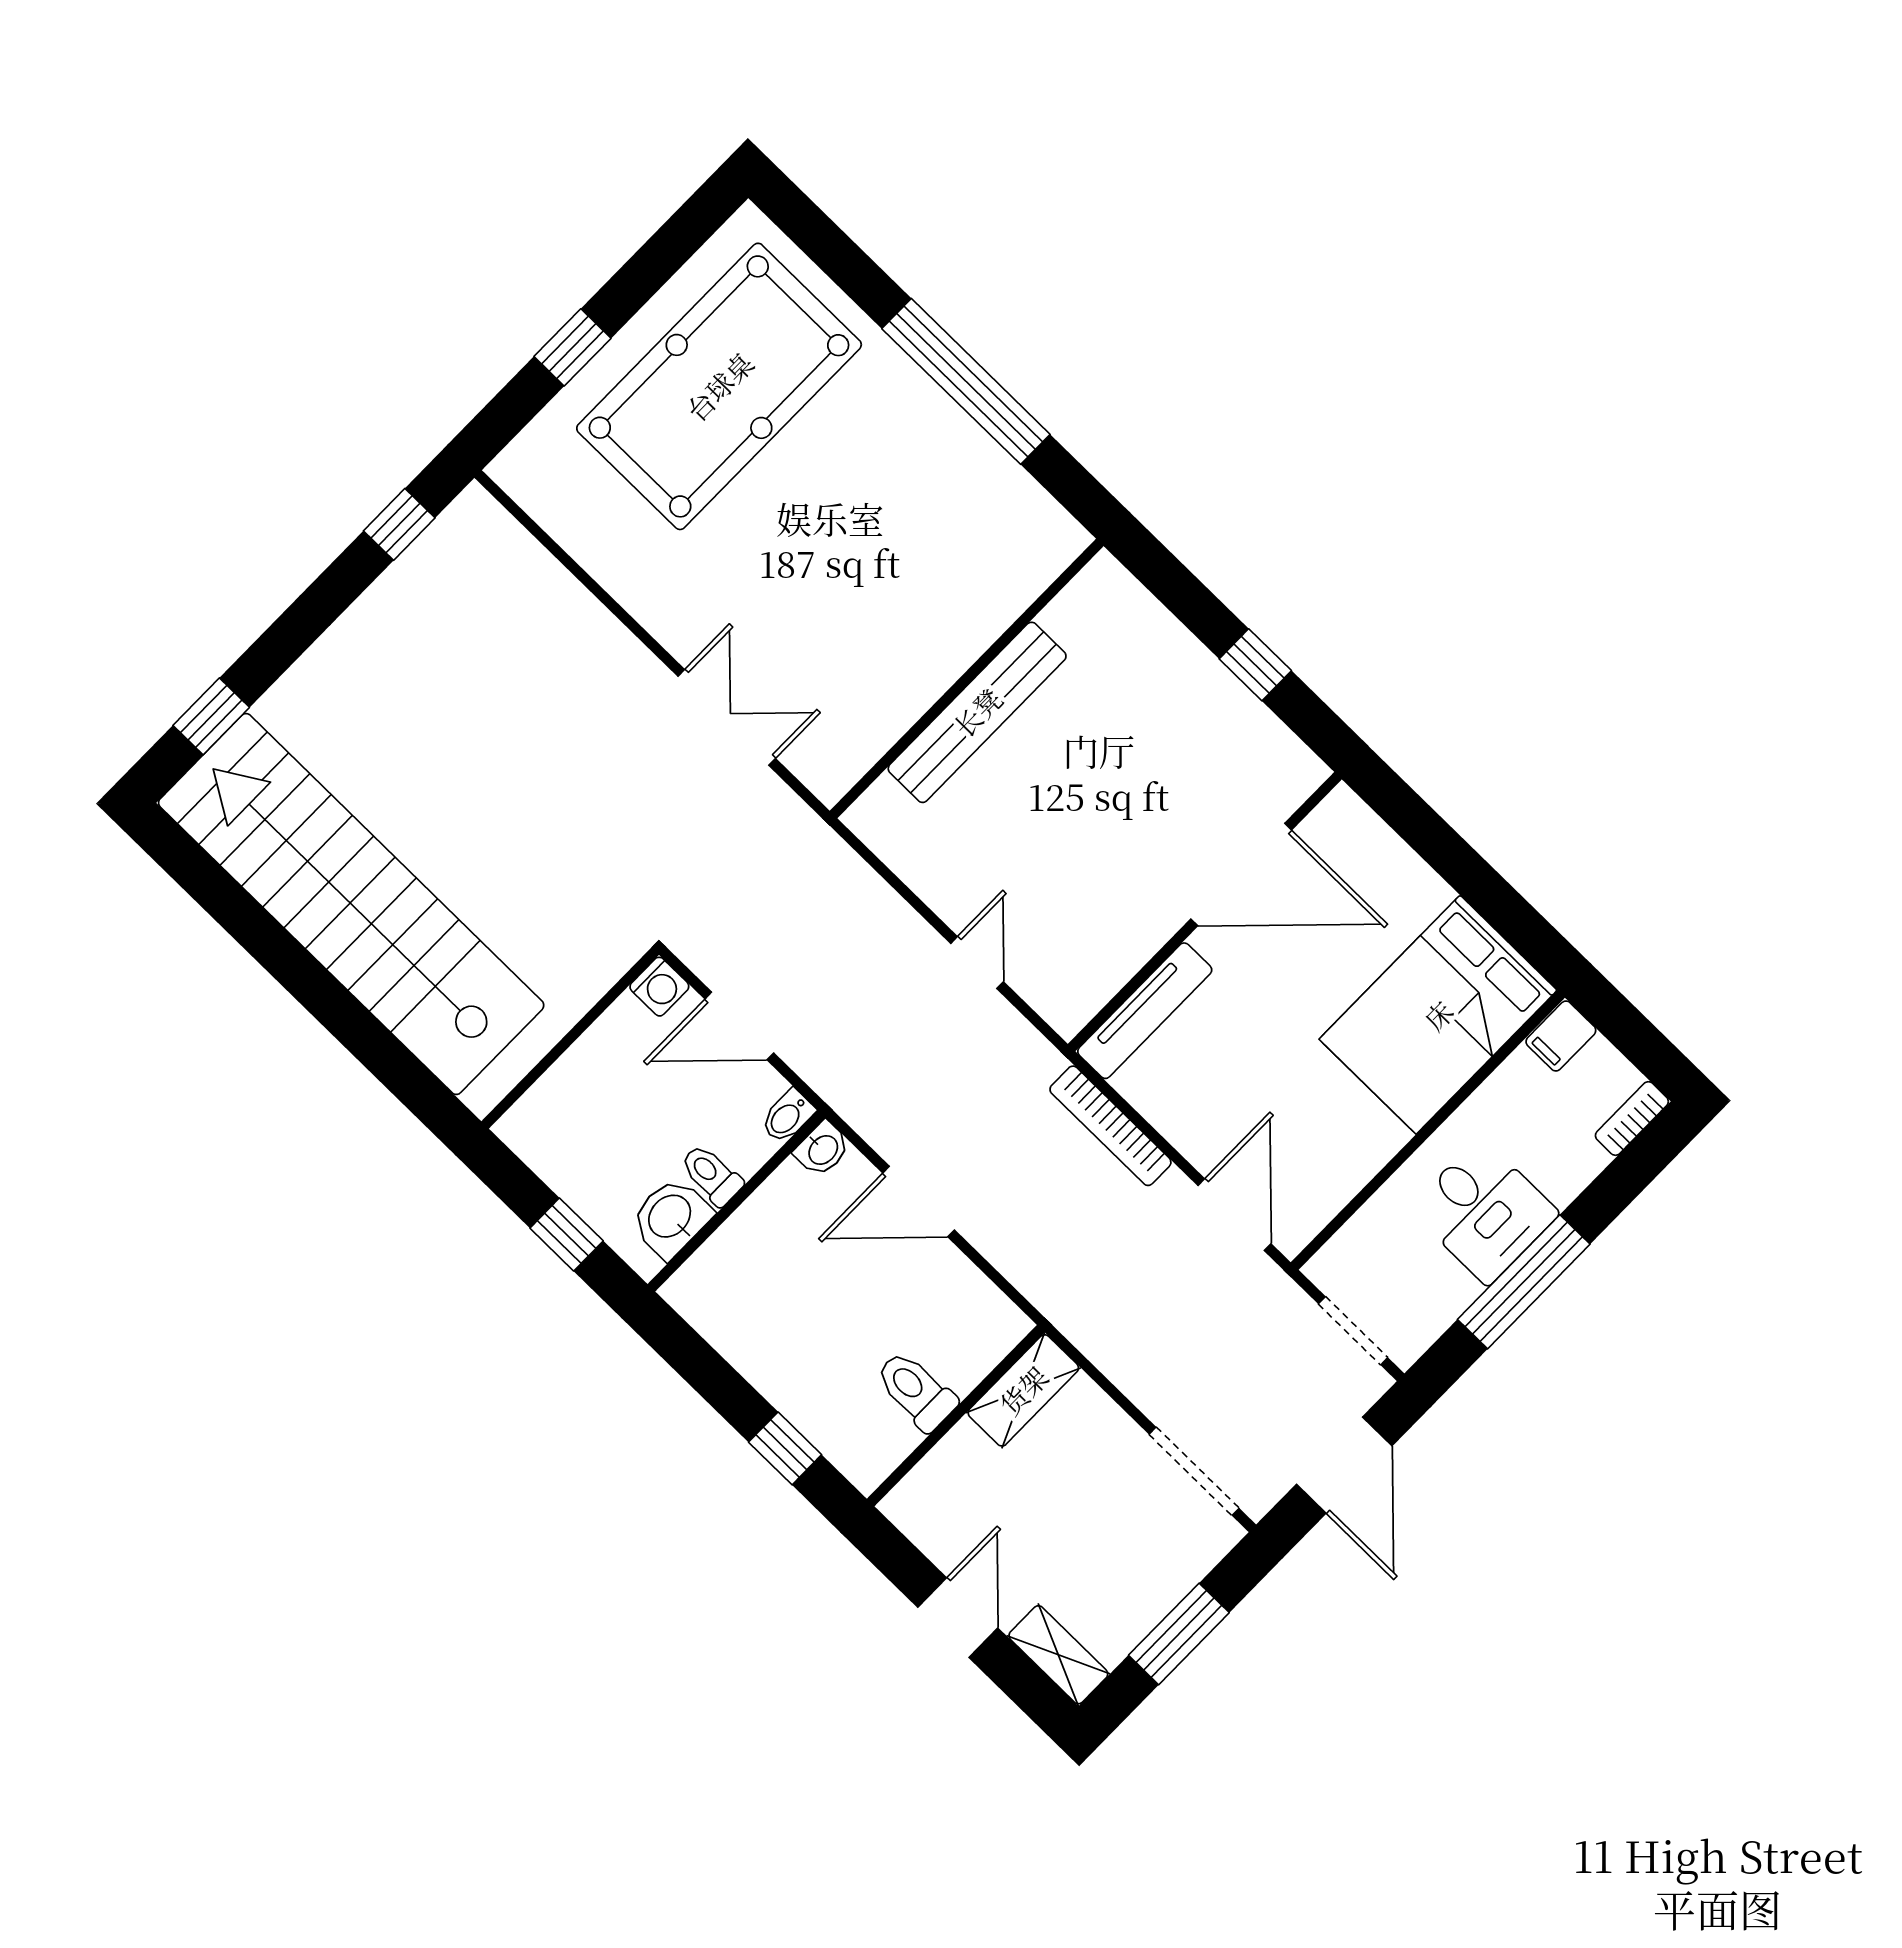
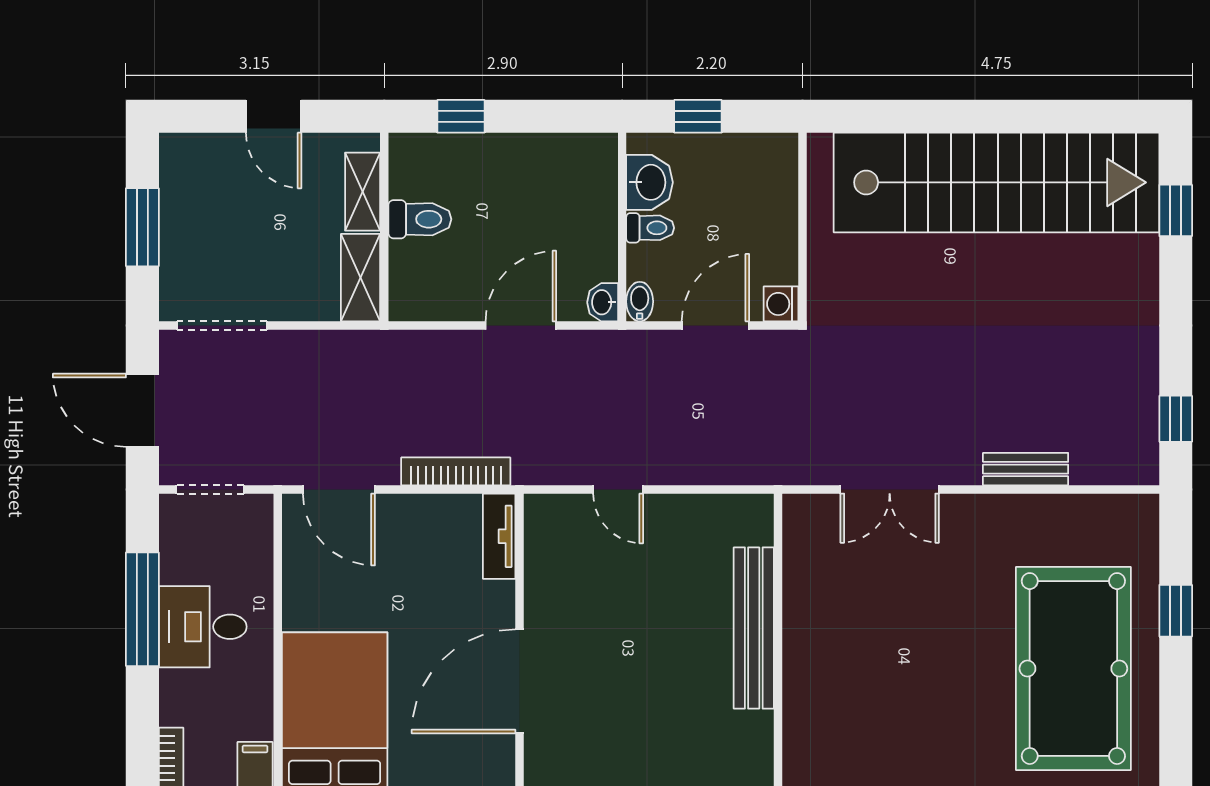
bench: (583, 613) -> (1026, 469), added
tv unit: (1145, 1011) -> (499, 536), width x0.71
shelving: (1058, 1655) -> (363, 192), moved, turned 90

